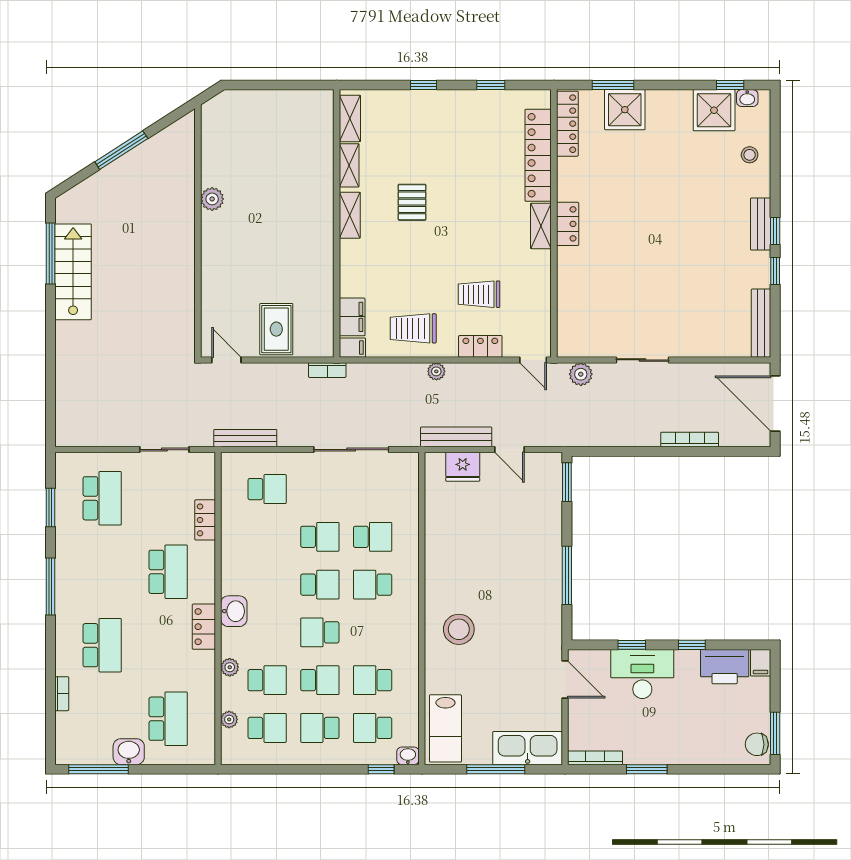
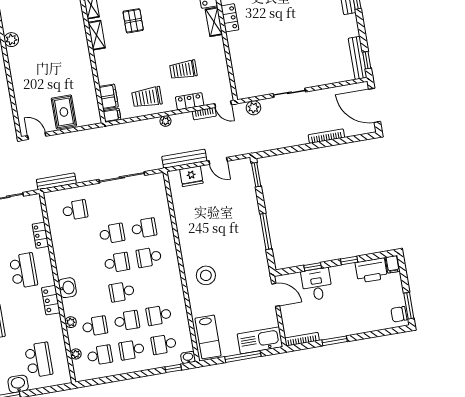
window: (775, 271) -> (367, 60), moved
bookcase: (327, 370) -> (204, 114), moved
desk: (642, 674) -> (317, 284), width x0.73

